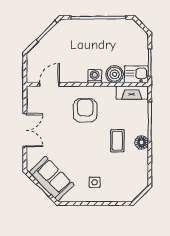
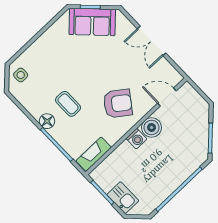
boiler: (115, 74) -> (152, 127), moved
kitchen sink: (136, 74) -> (123, 198), moved, turned -90
door: (49, 84) -> (167, 97), swing flipped
armchair: (85, 110) -> (118, 104), turned -54
side table: (95, 182) -> (21, 75), moved

